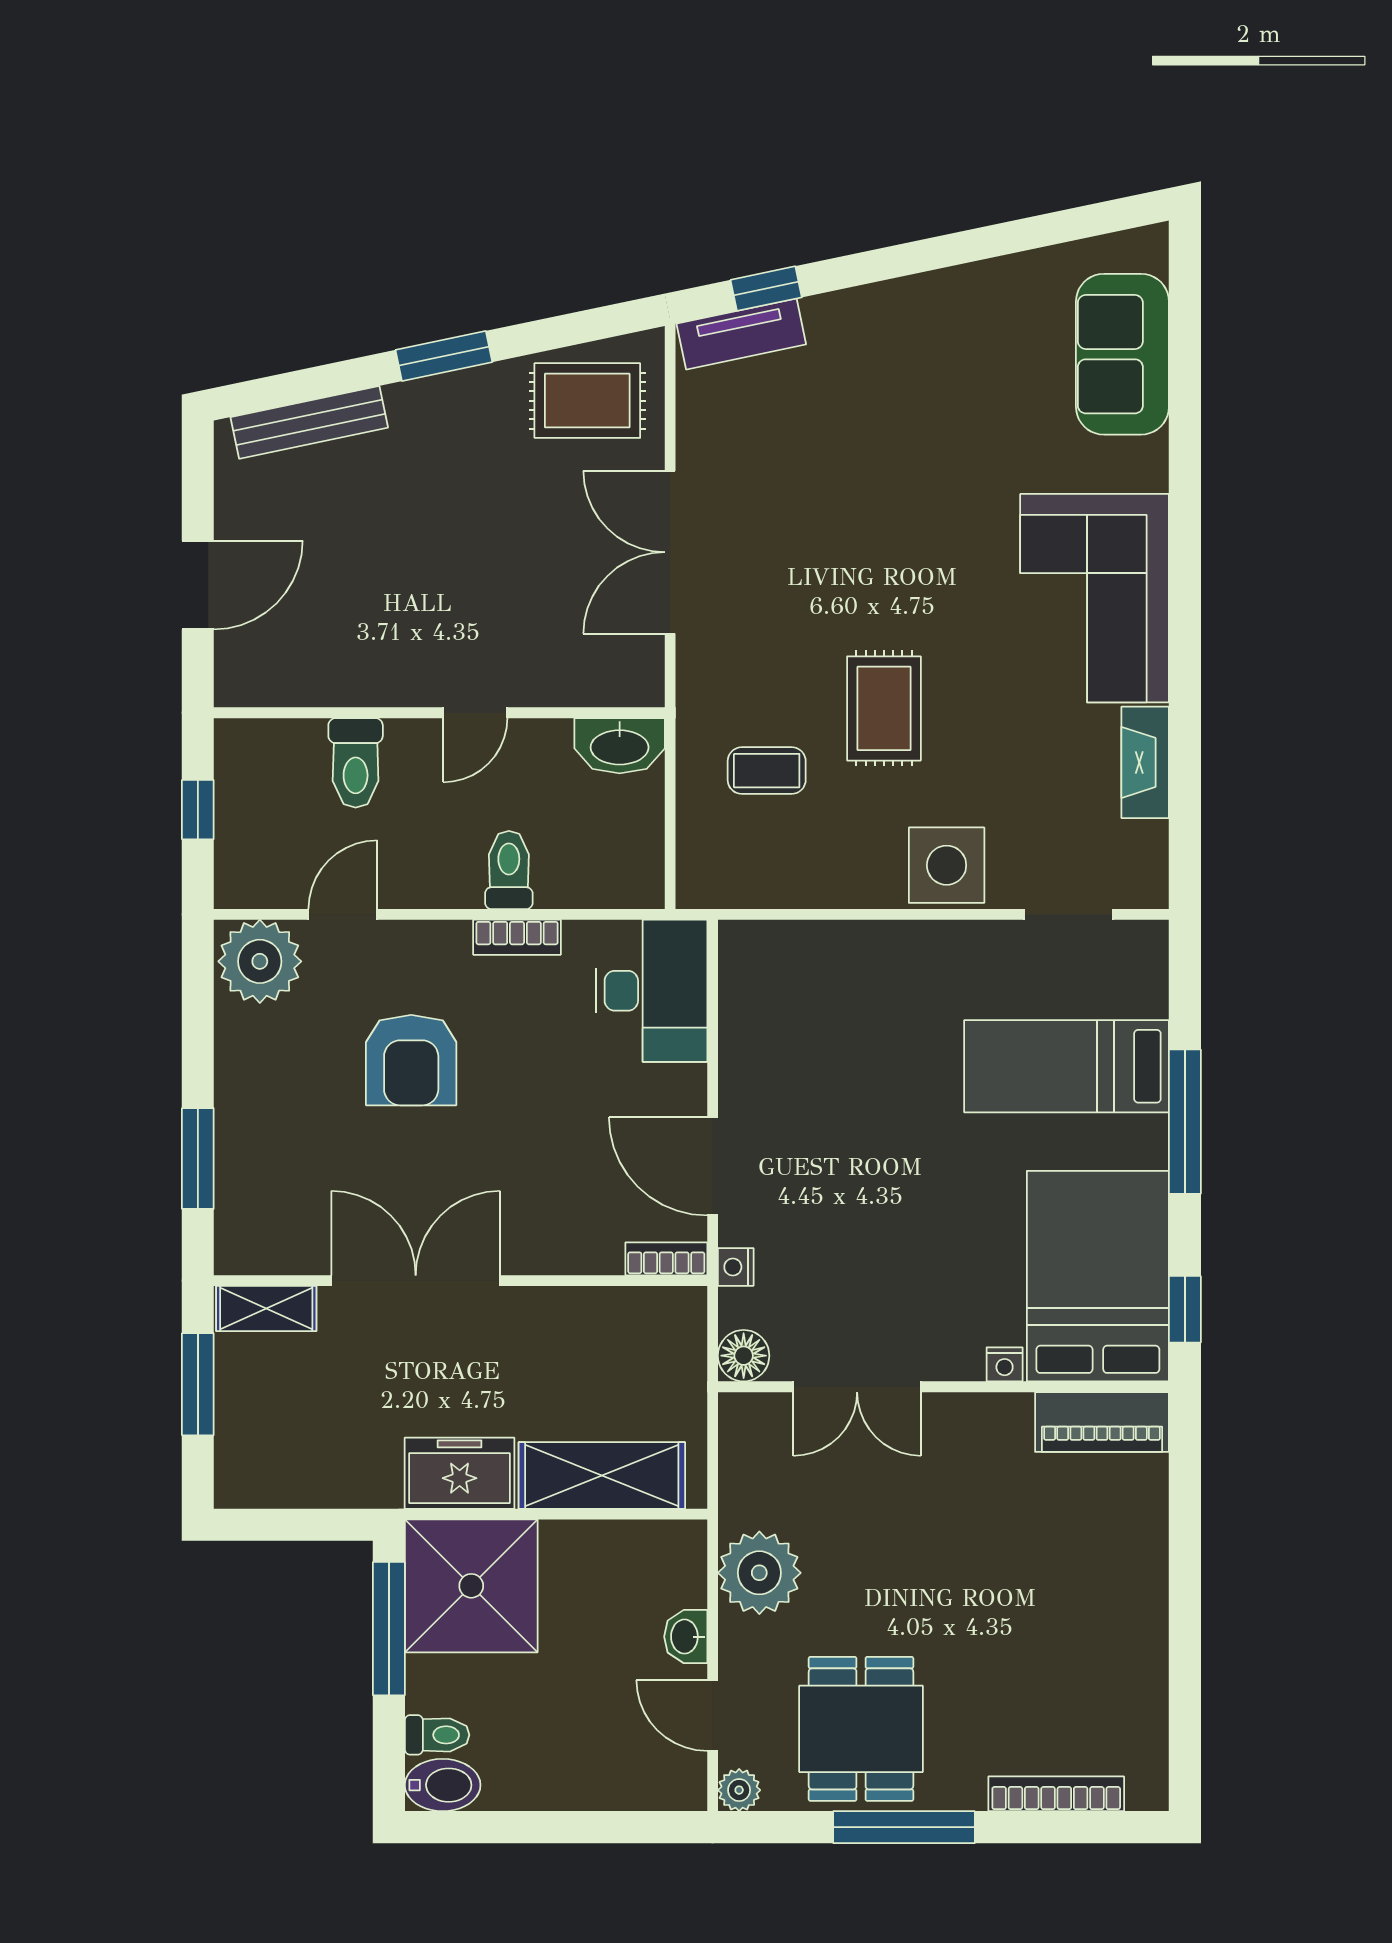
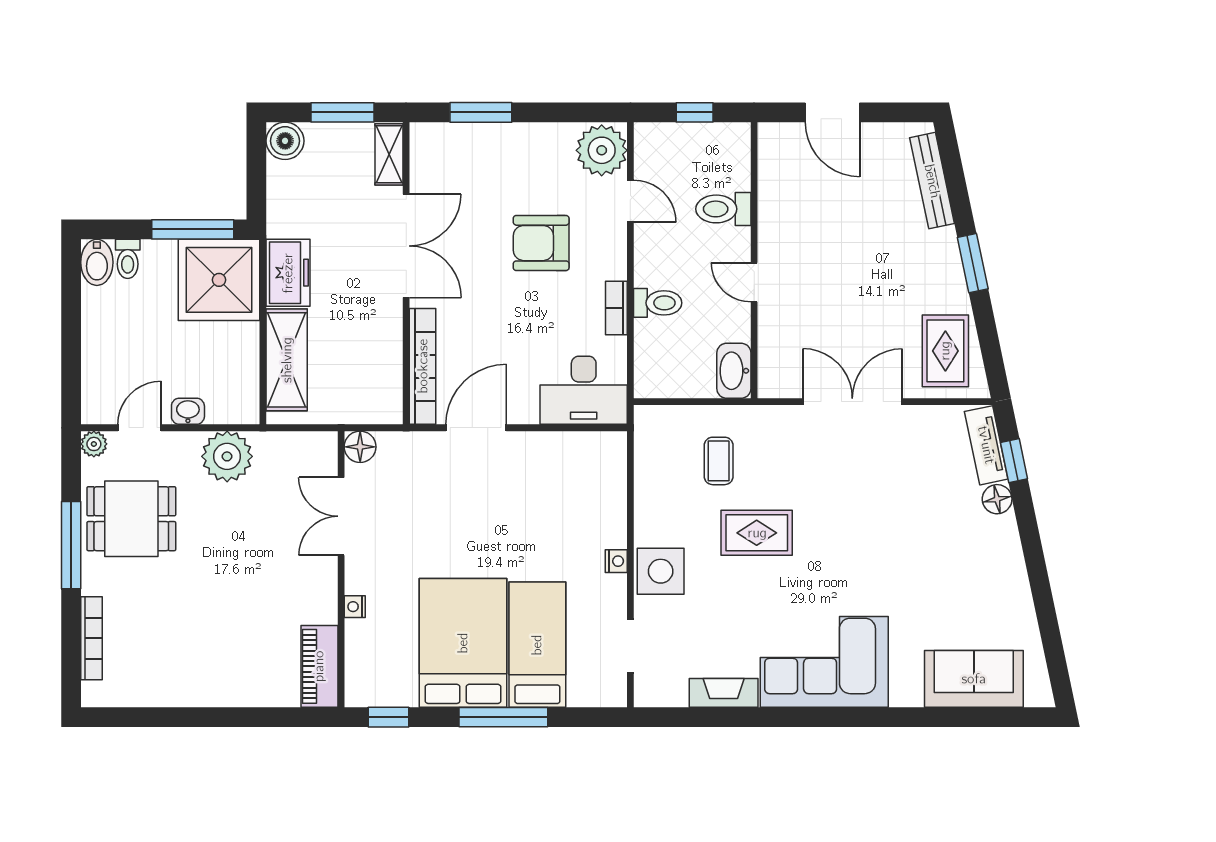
floor lamp: (829, 316) -> (997, 499), added
bookcase: (666, 1259) -> (423, 366), width x2.31, depth x1.31
nightstand: (736, 1267) -> (616, 561), moved, turned 90
bed: (1098, 1276) -> (463, 643), moved, turned -90
boiler: (244, 1478) -> (285, 141), added

